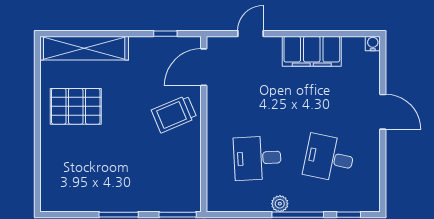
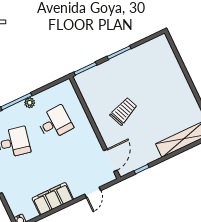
pallet: (76, 106) -> (173, 103), removed
trolley: (174, 114) -> (124, 111), moved

